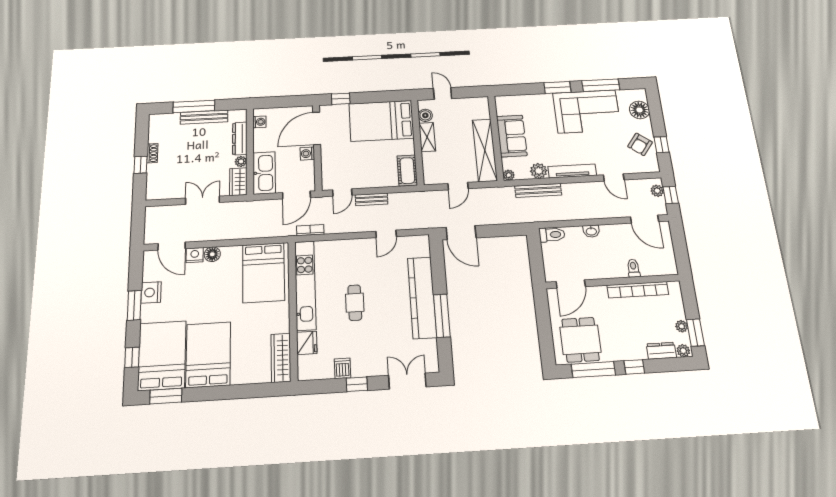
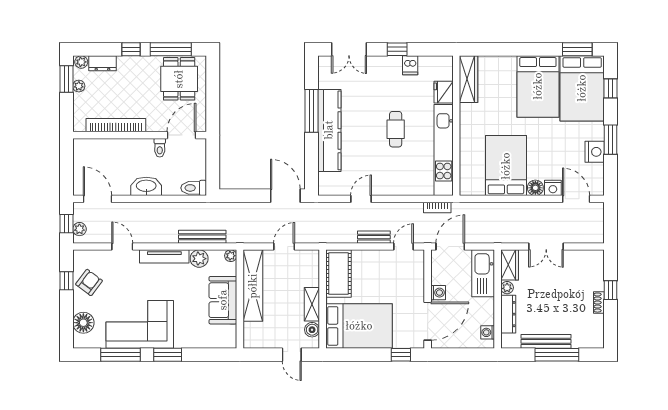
cot: (407, 171) -> (338, 274), width x1.37, depth x1.34
washbasin: (591, 231) -> (146, 186), width x1.91, depth x1.45
toilet: (633, 268) -> (160, 148), moved
bed: (263, 273) -> (506, 166), moved

